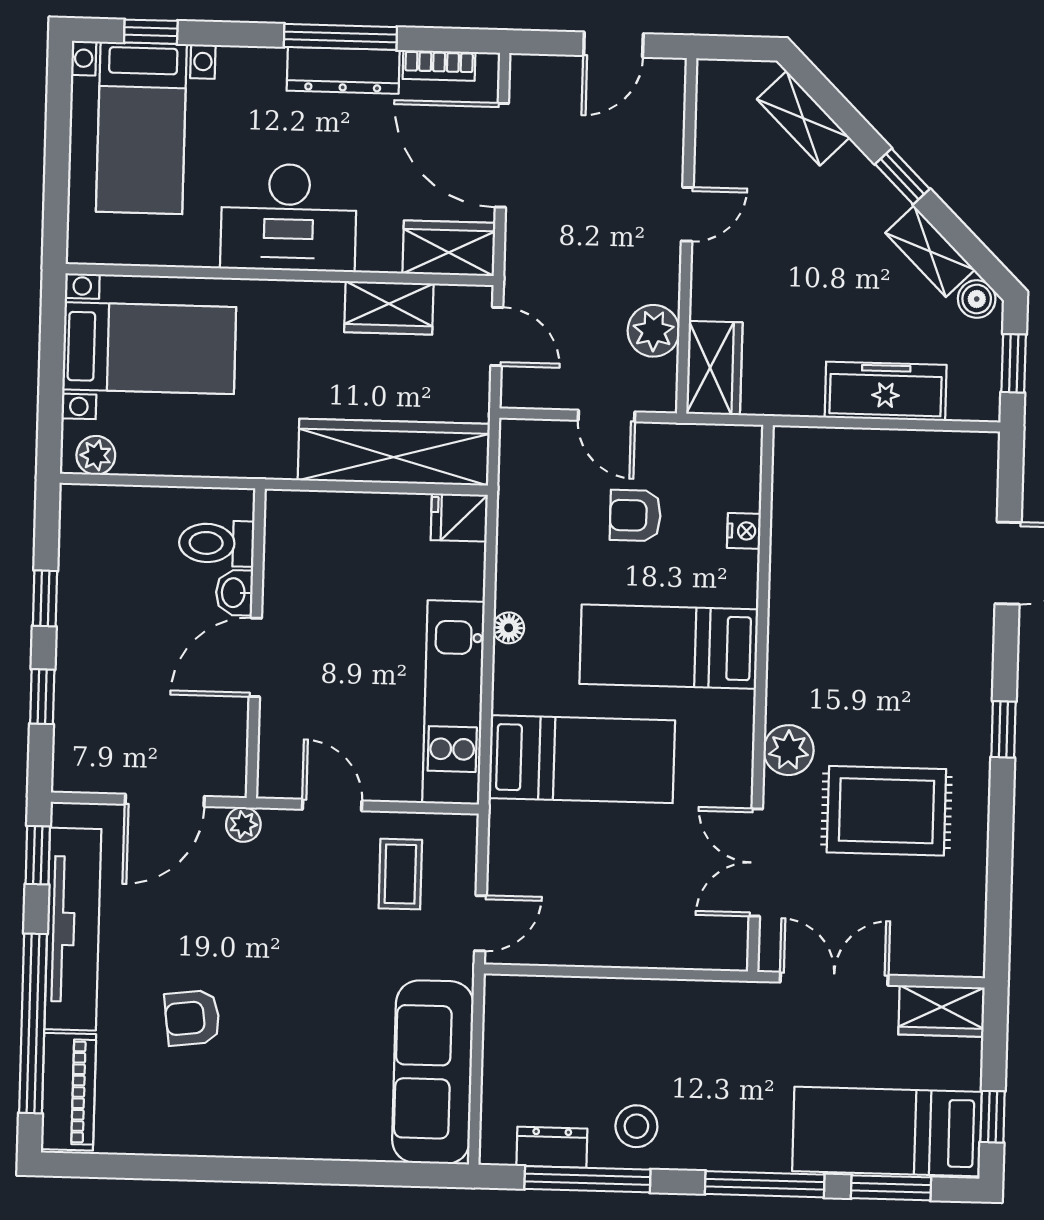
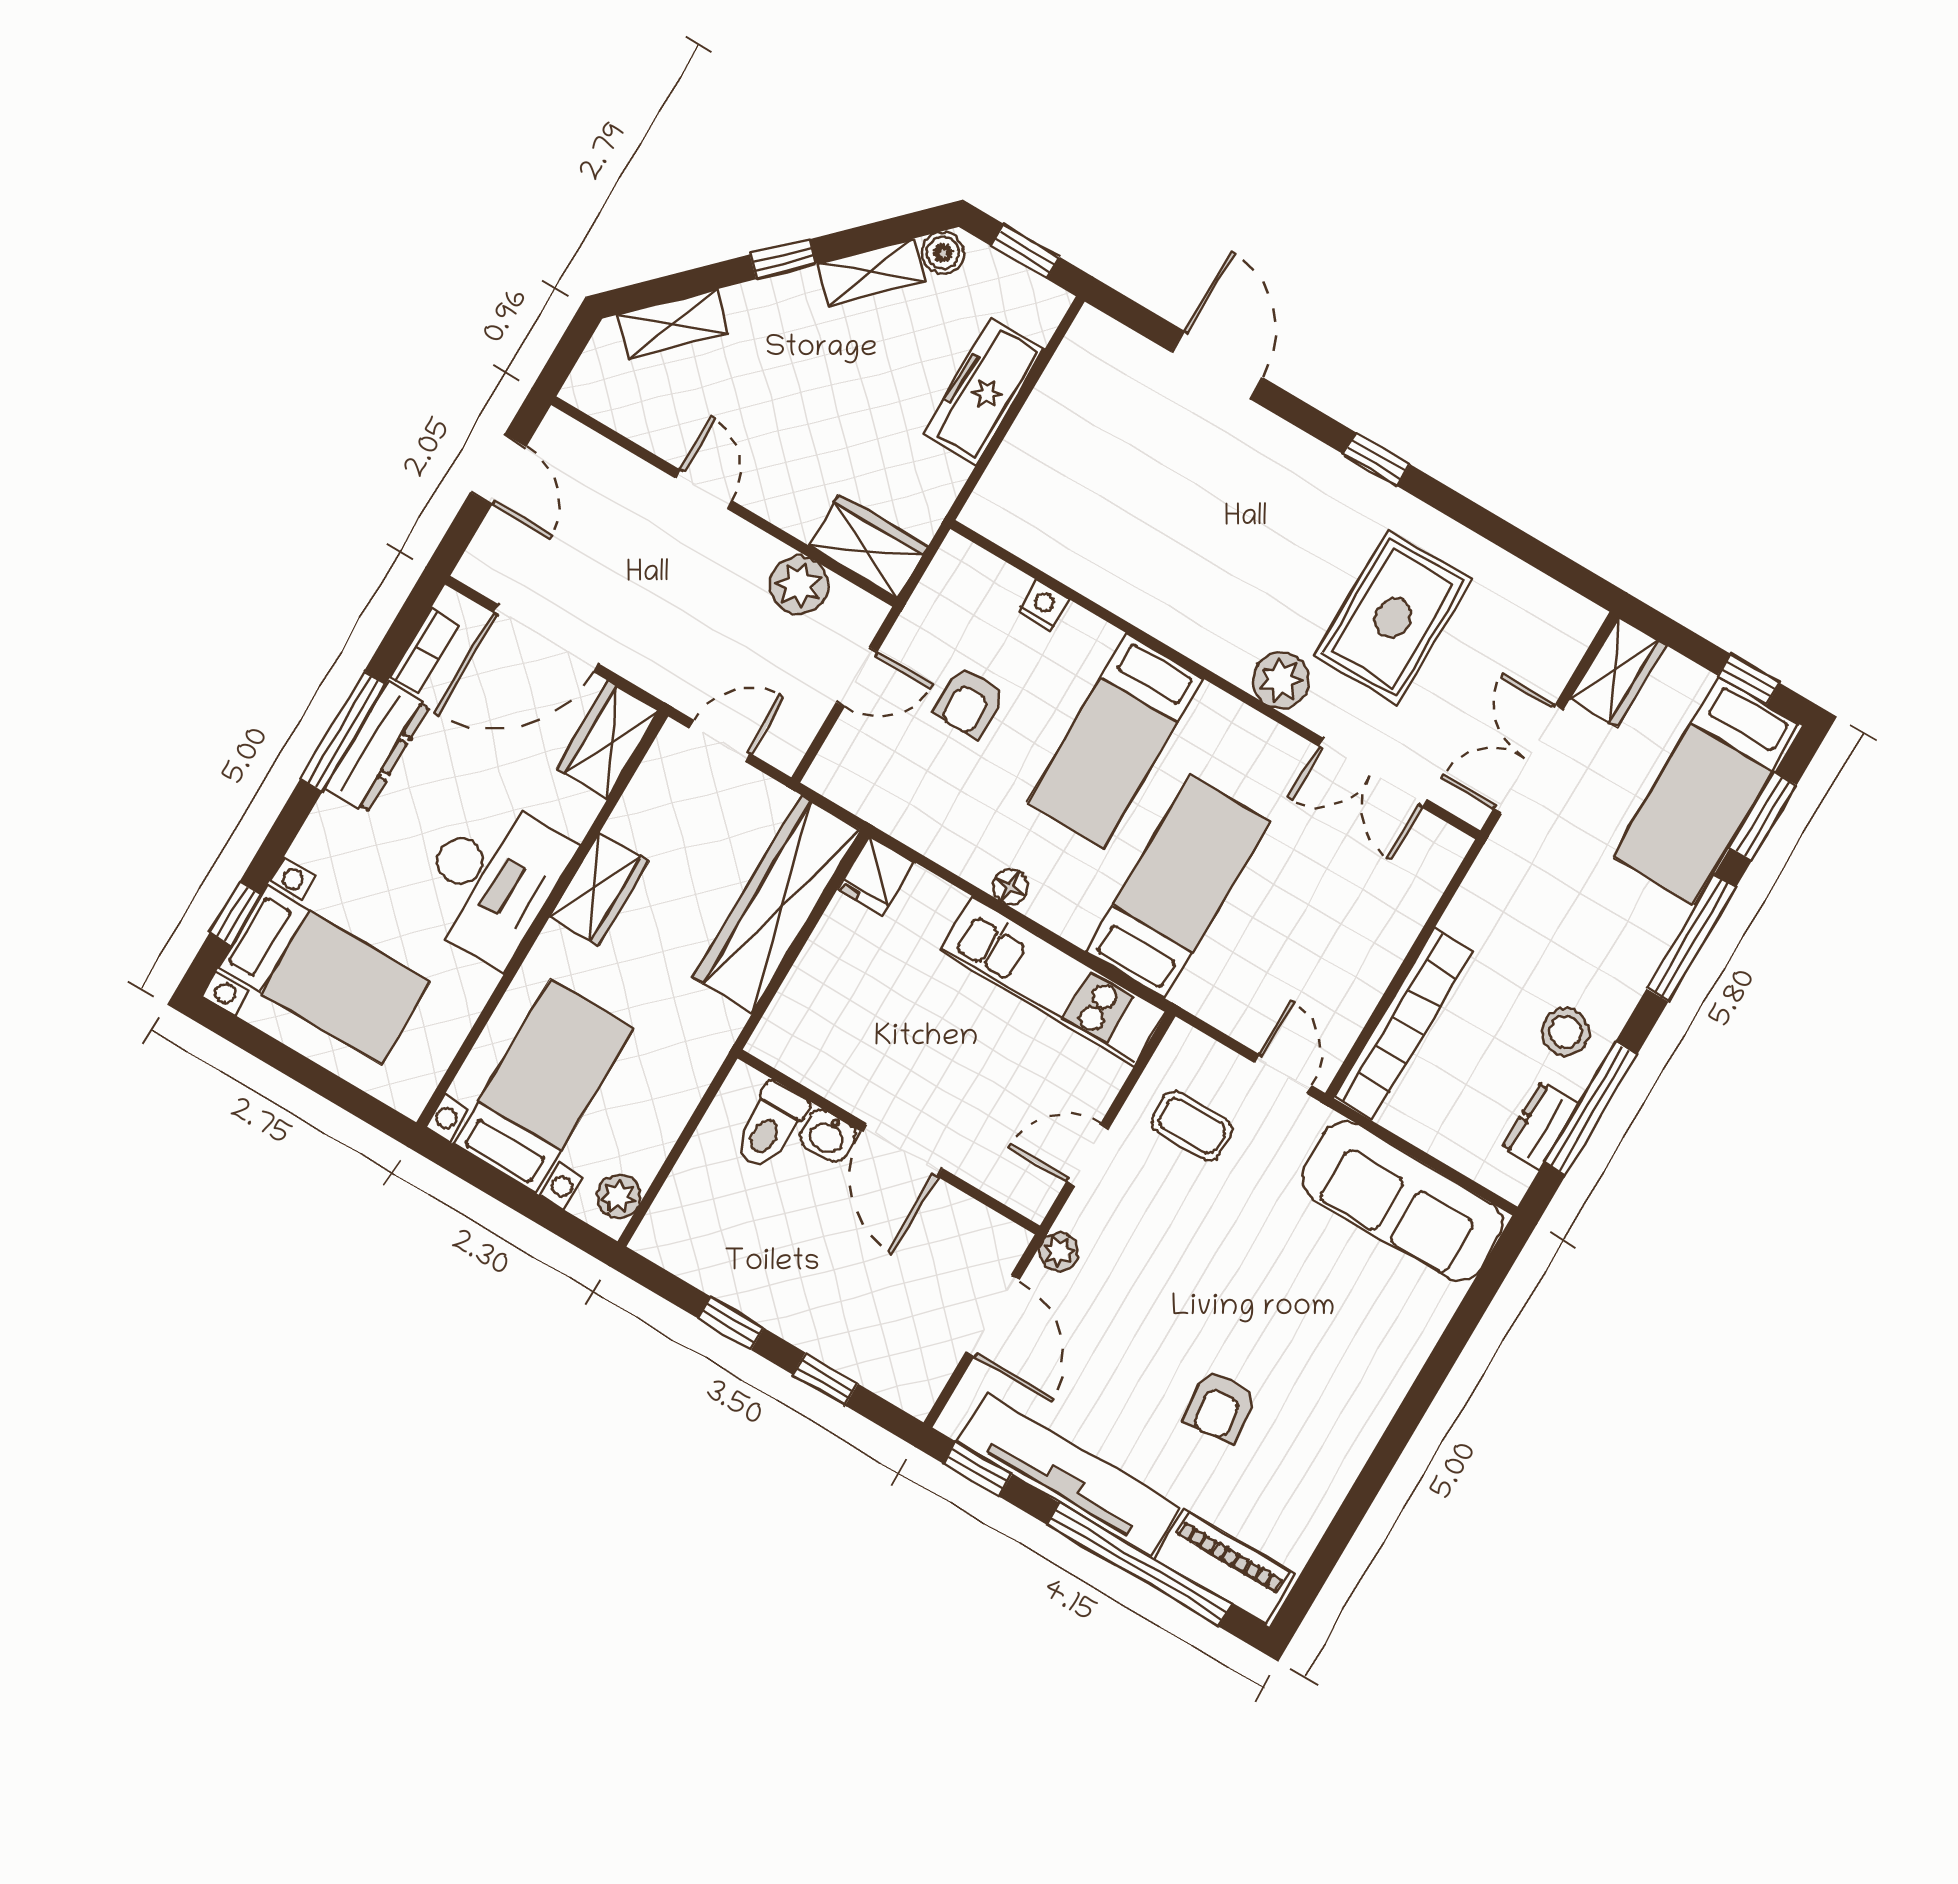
wardrobe: (389, 308) -> (599, 889), moved
bookcase: (572, 996) -> (1404, 1024), added

